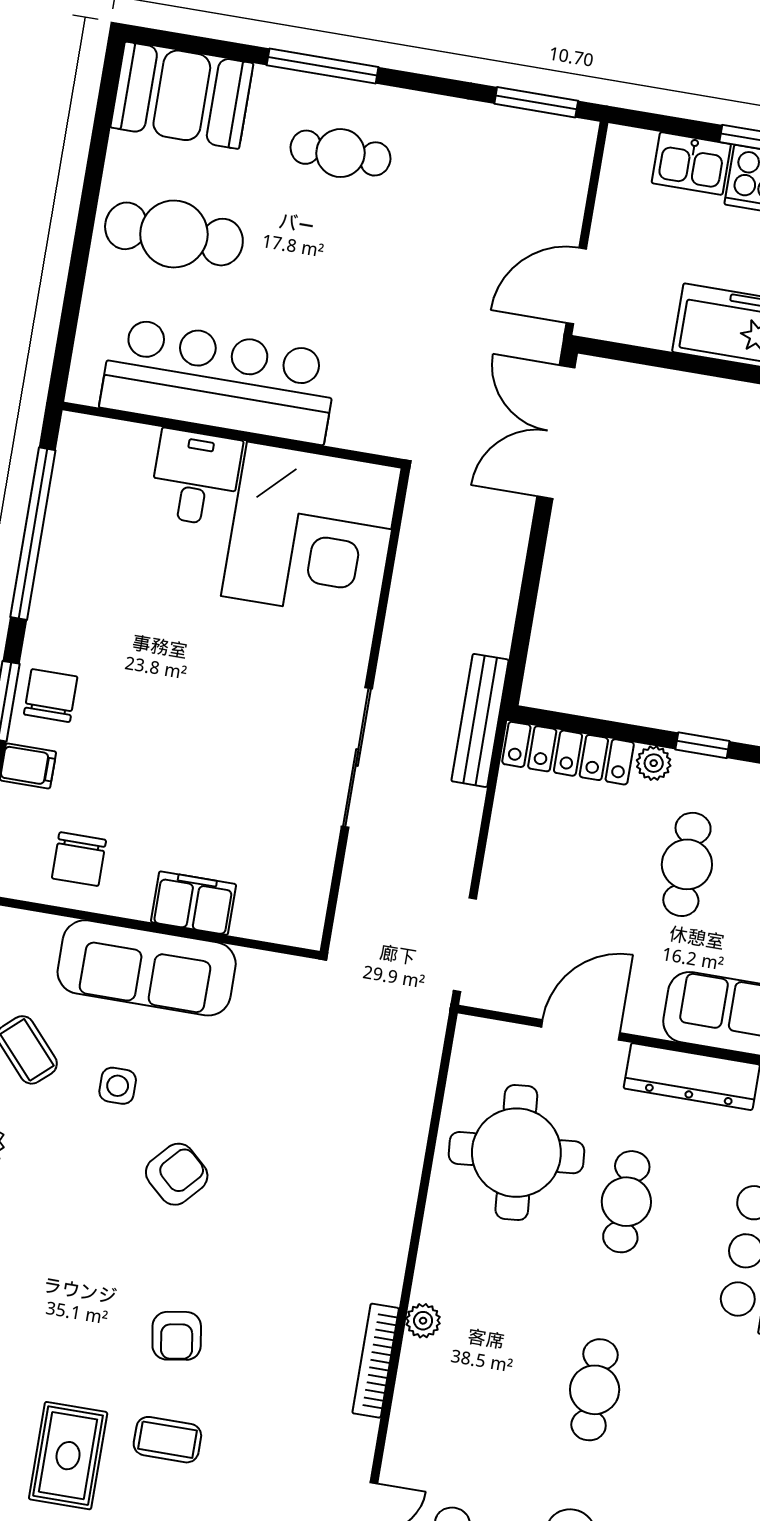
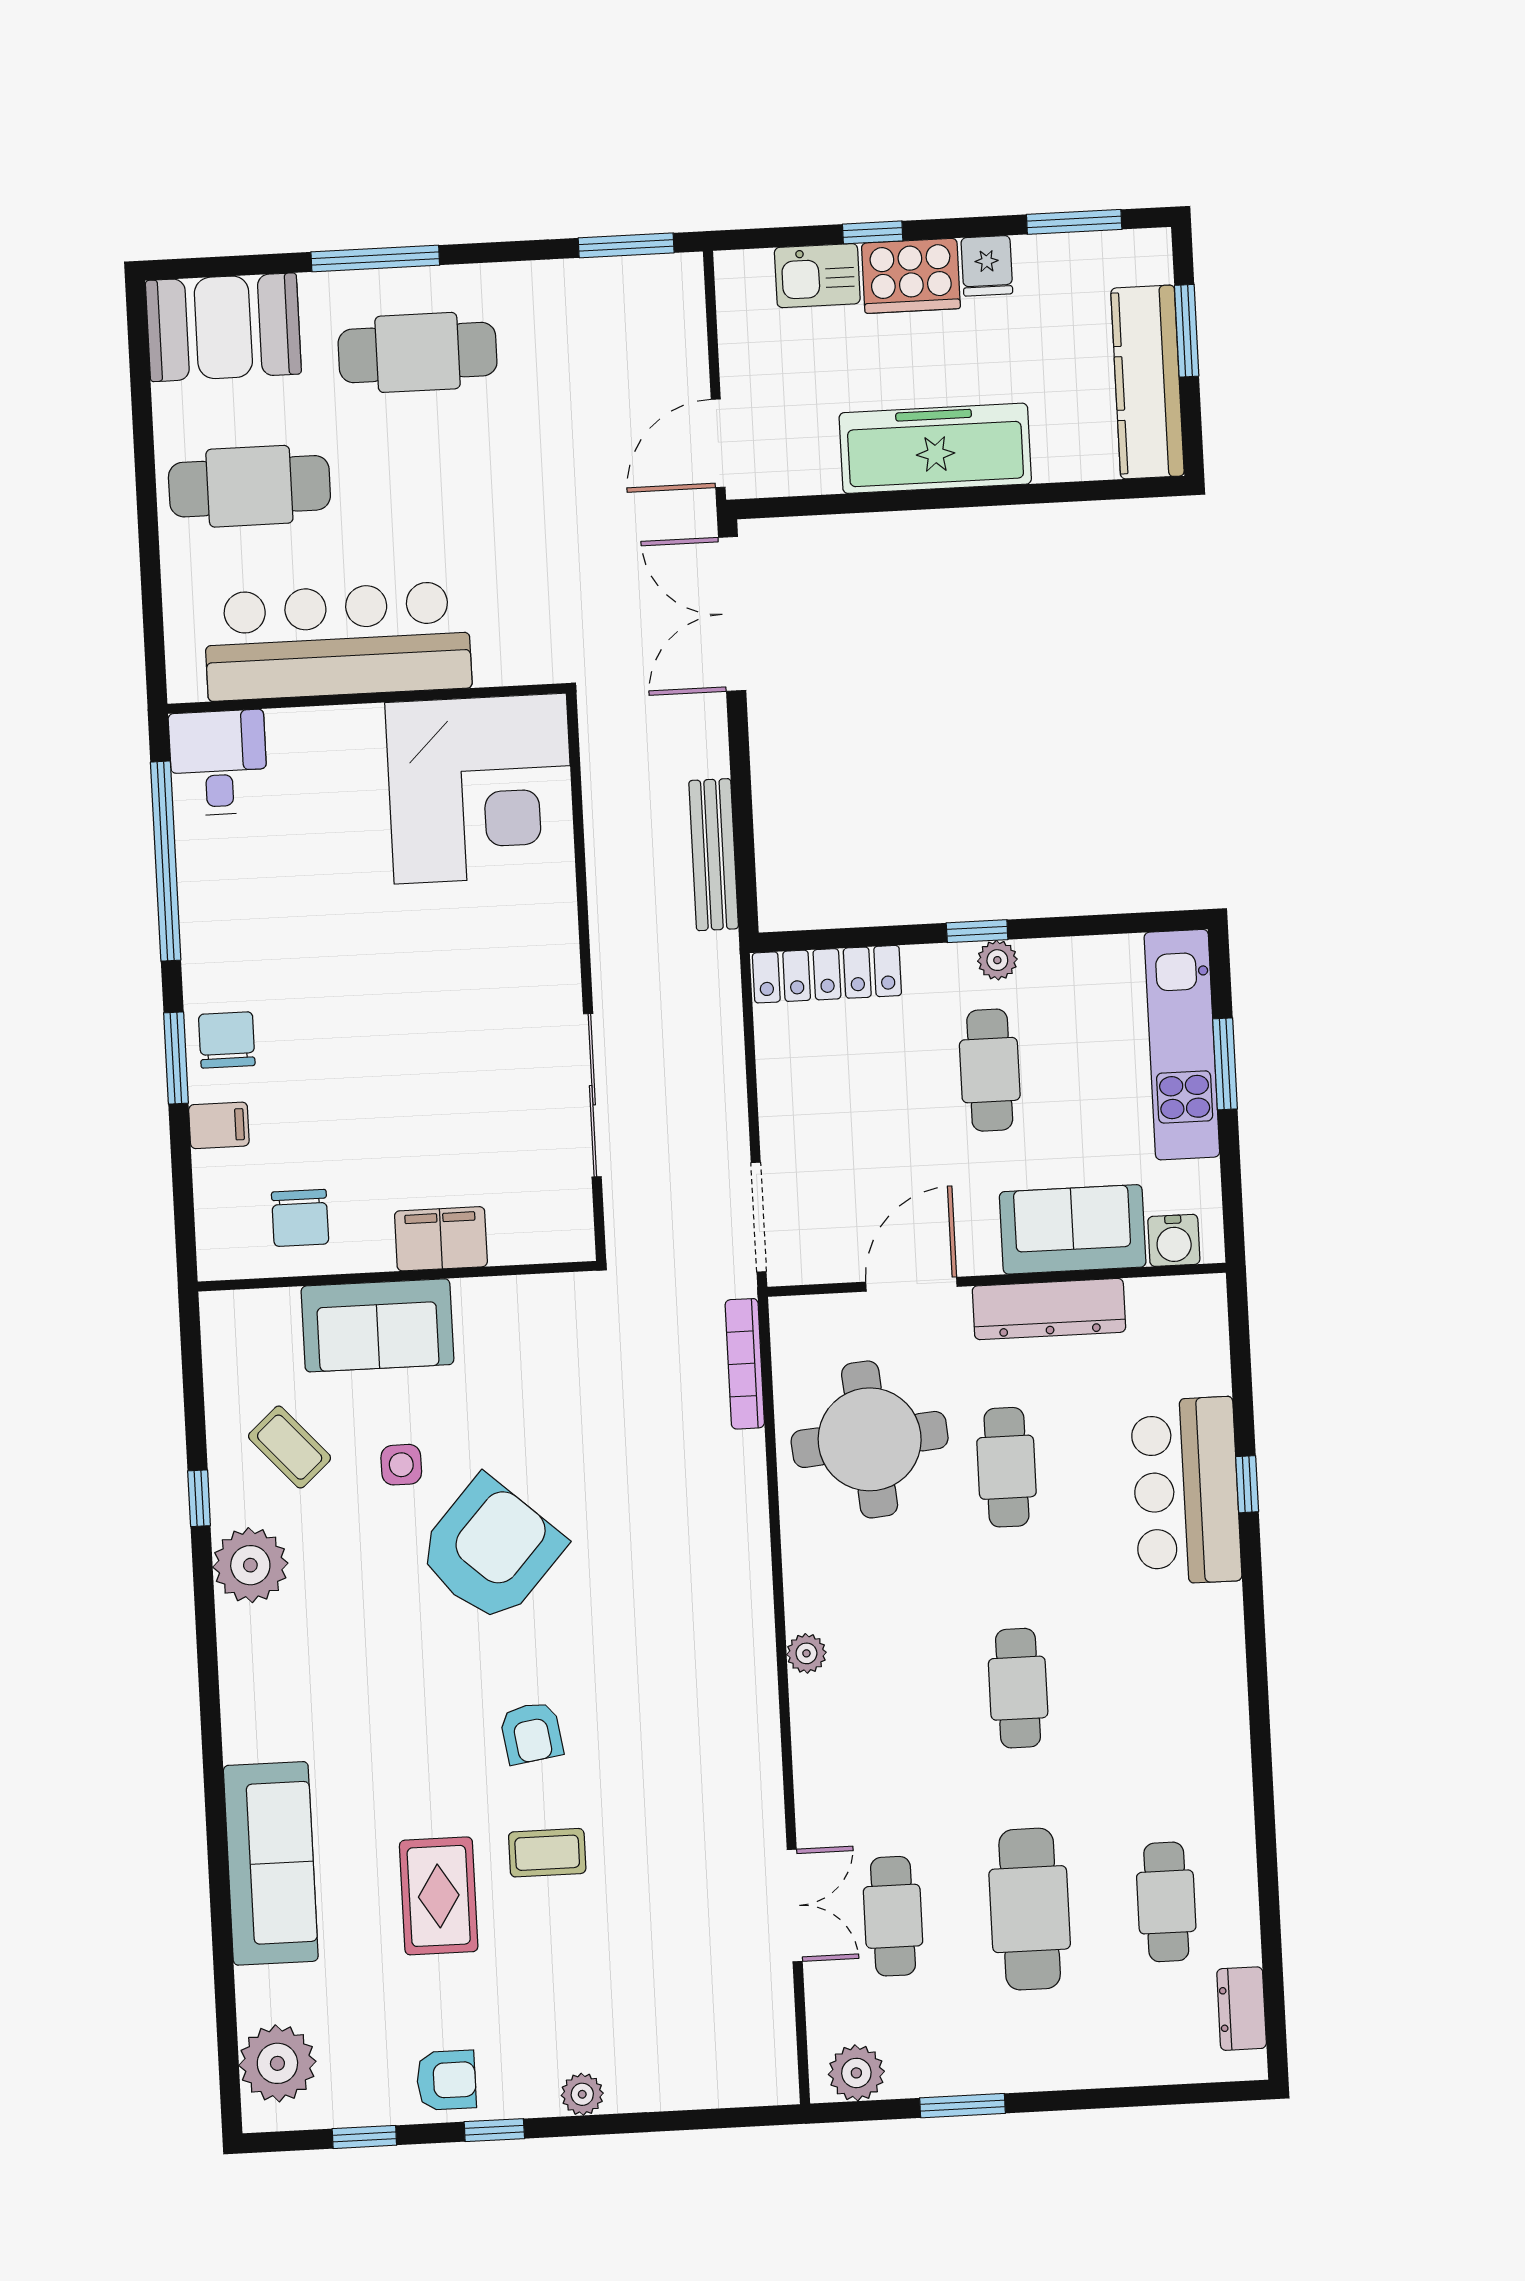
cafe table: (341, 153) -> (418, 352), width x1.37, depth x1.35
desk: (196, 478) -> (218, 763), moved
bench: (480, 720) -> (714, 855), moved
sliding door: (357, 758) -> (592, 1095), moved
plant: (654, 763) -> (997, 960), moved
sofa: (147, 968) -> (377, 1325), width x0.73
armchair: (177, 1174) -> (490, 1550), width x1.88, depth x1.88
bookcase: (376, 1361) -> (745, 1364), moved

